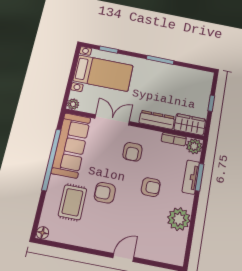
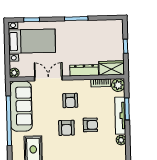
tv unit: (191, 177) -> (120, 116), width x1.41
armchair: (105, 193) -> (66, 128), moved, turned -90
plant: (179, 219) -> (121, 140), width x0.53, depth x0.53

